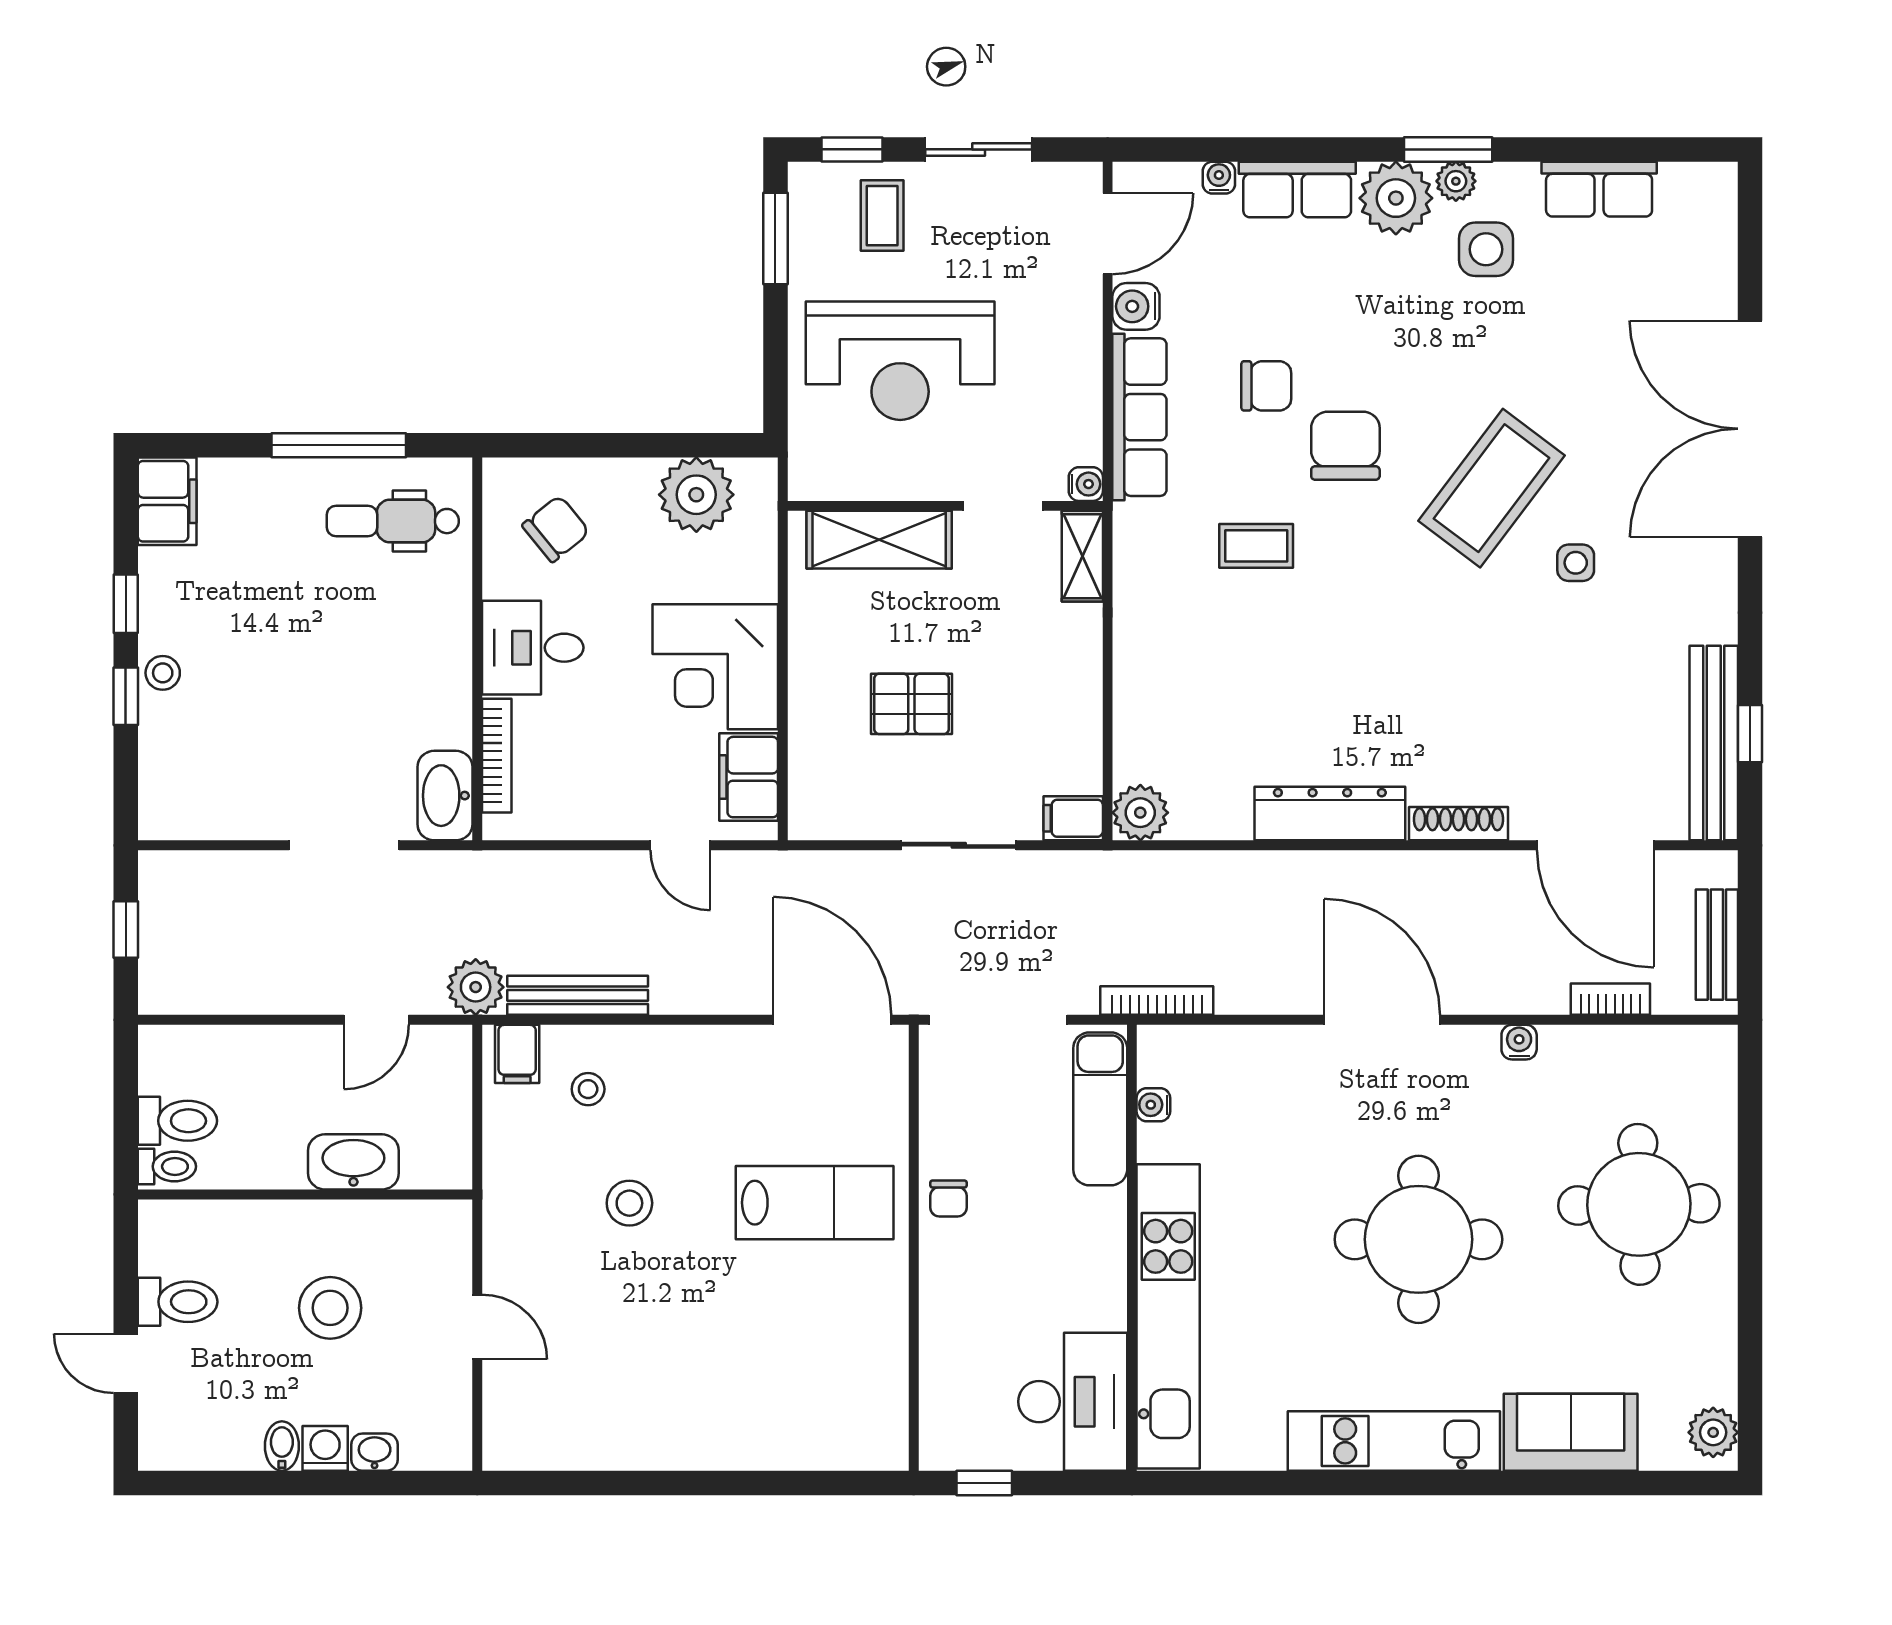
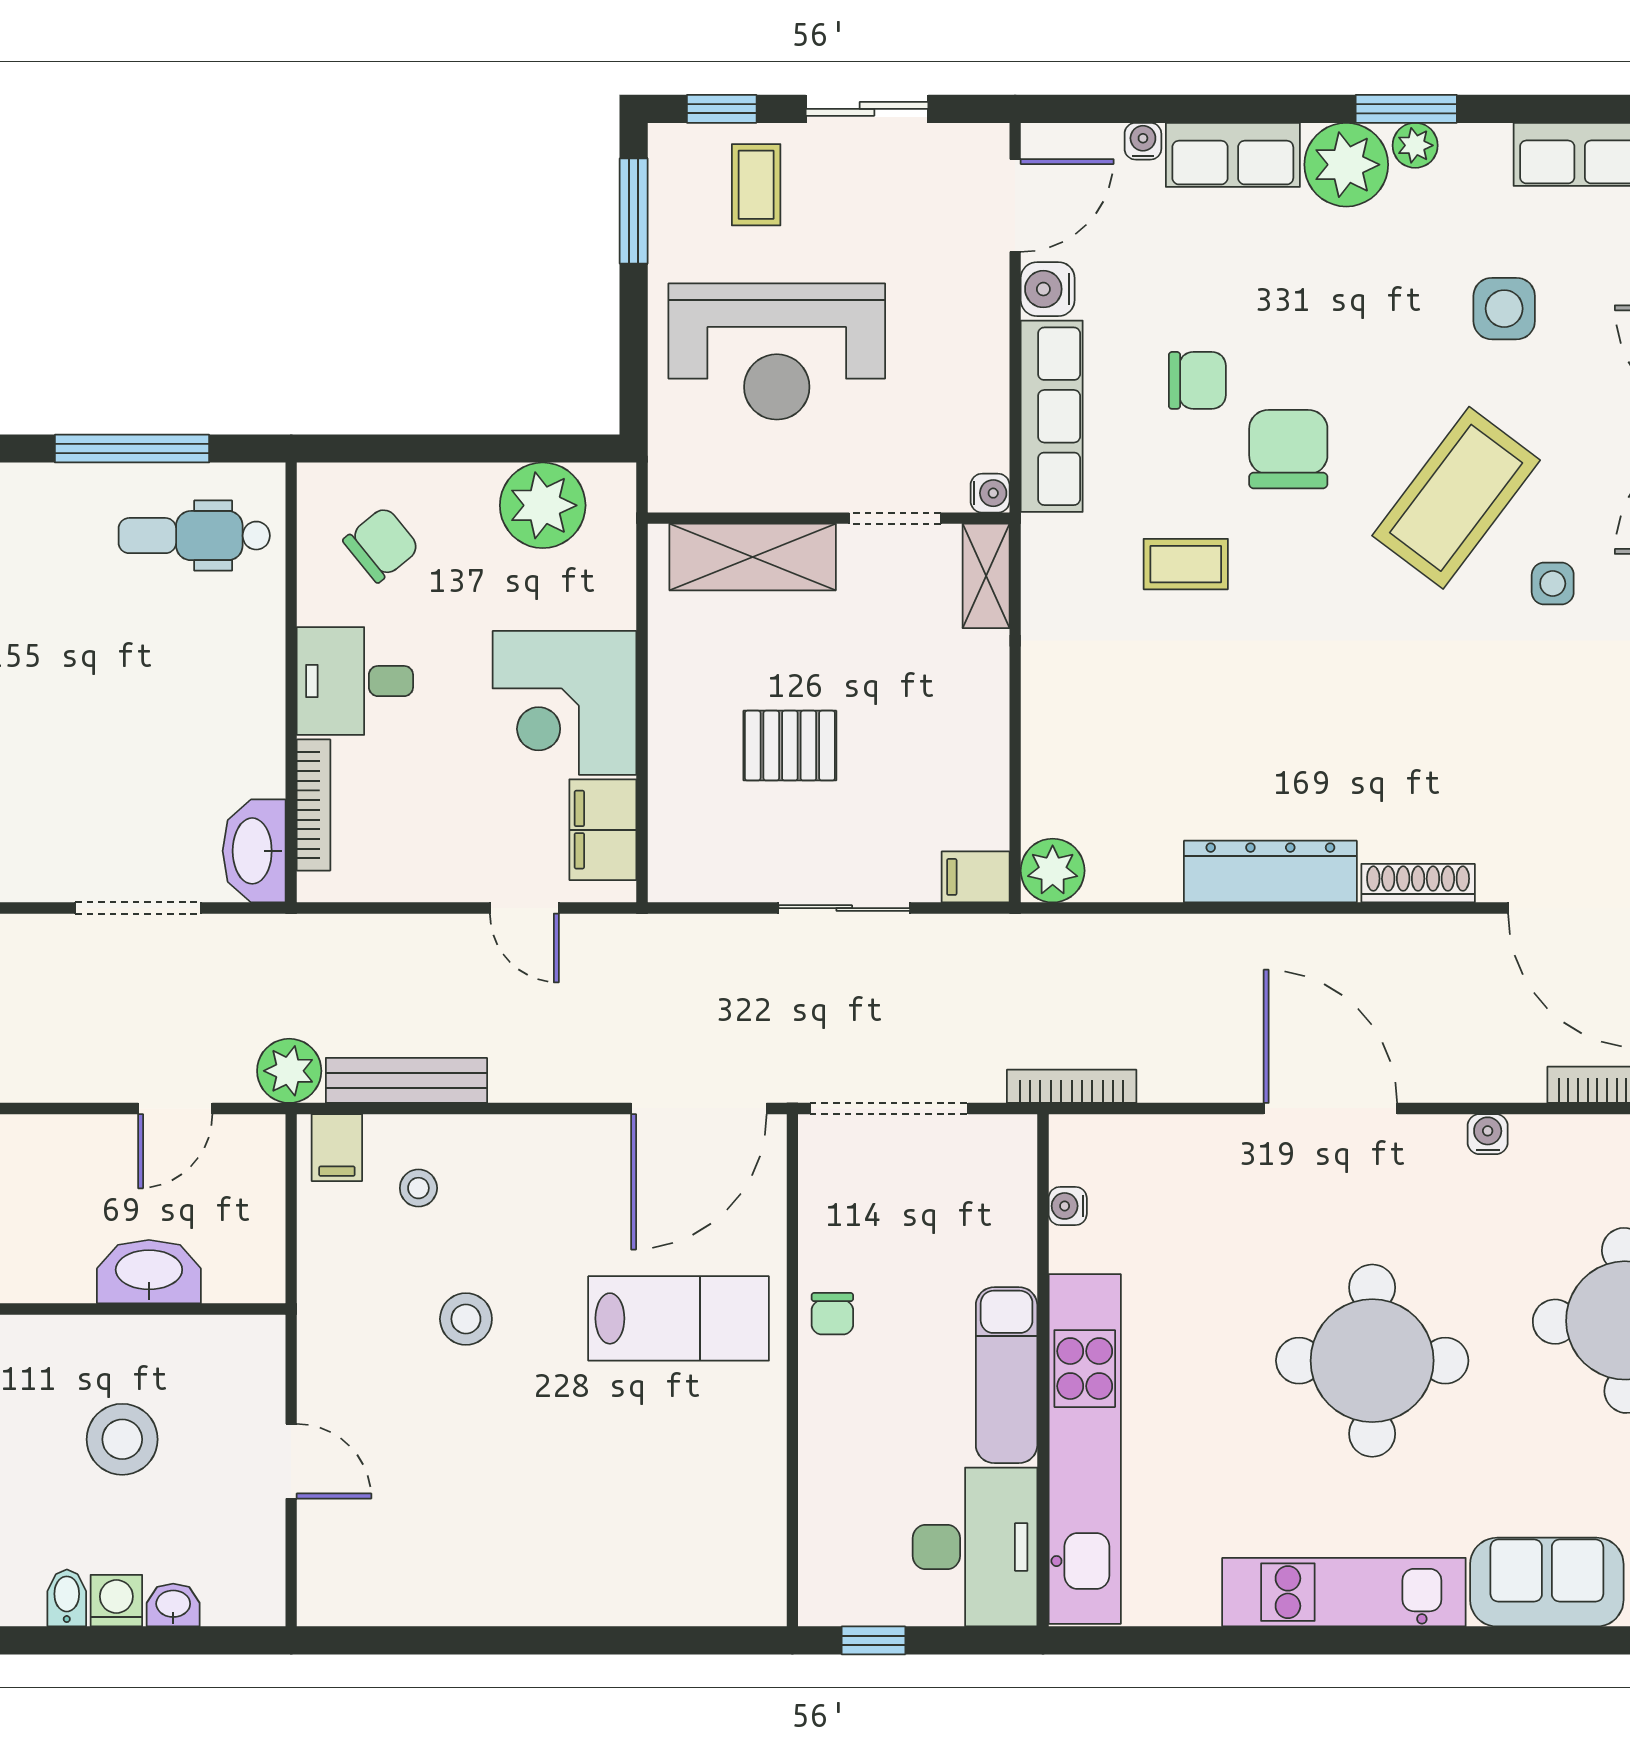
side table: (1486, 249) -> (1504, 309), moved
door: (832, 1020) -> (699, 1108), swing flipped
exam couch: (1100, 1109) -> (1007, 1375), moved

